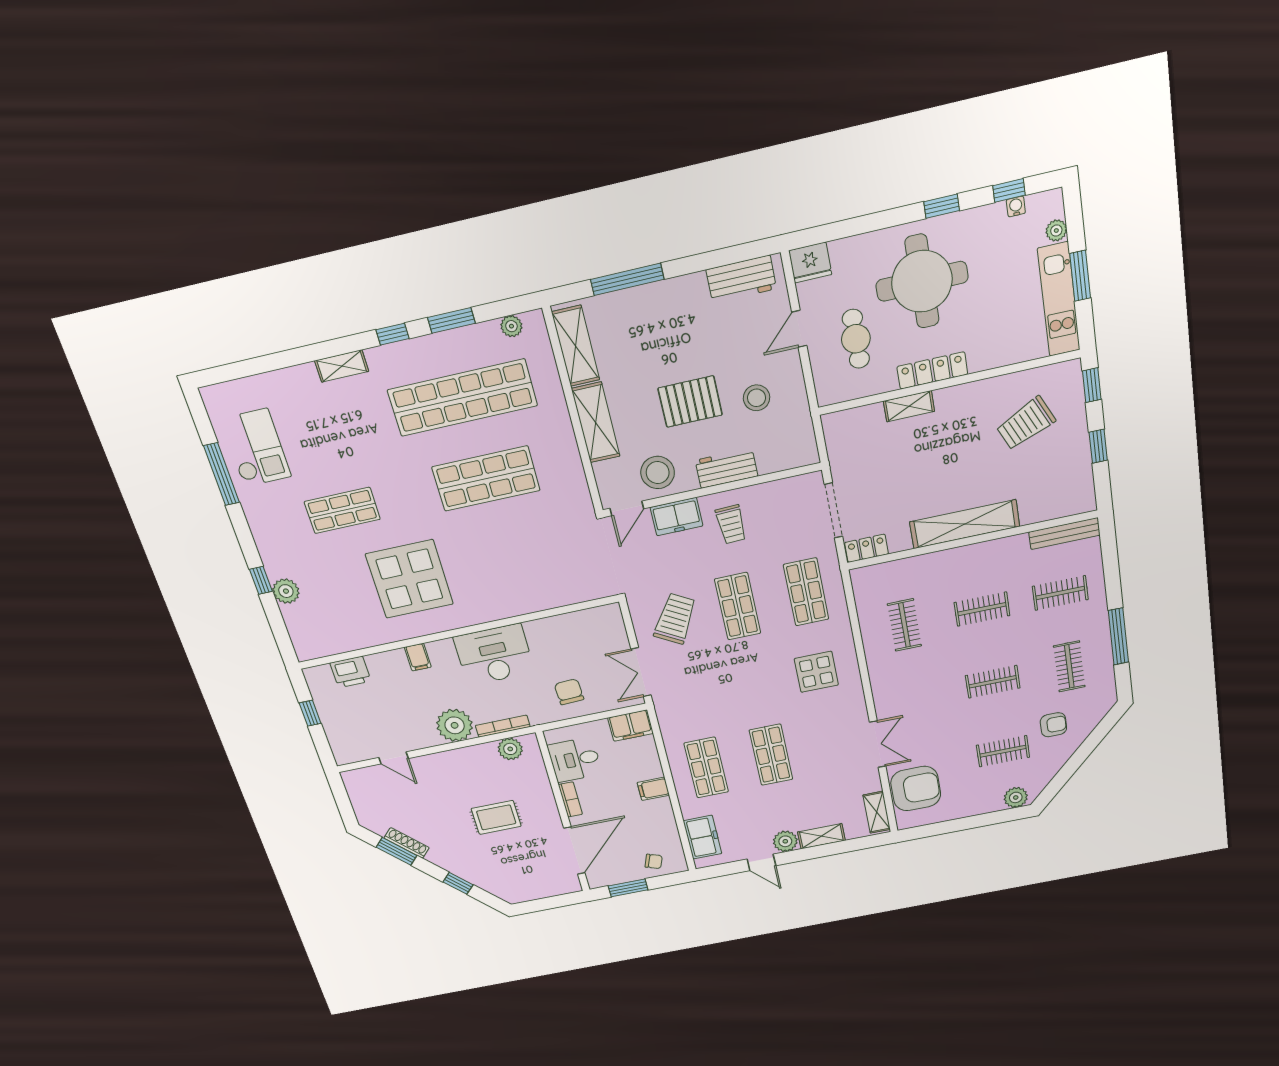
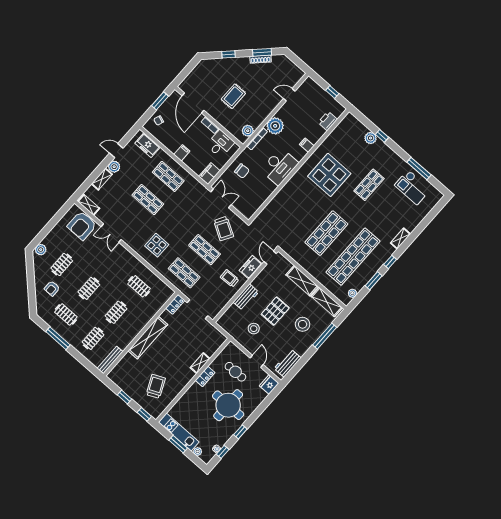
locker: (932, 370) -> (205, 376), width x0.66
stool: (658, 473) -> (303, 324), moved

